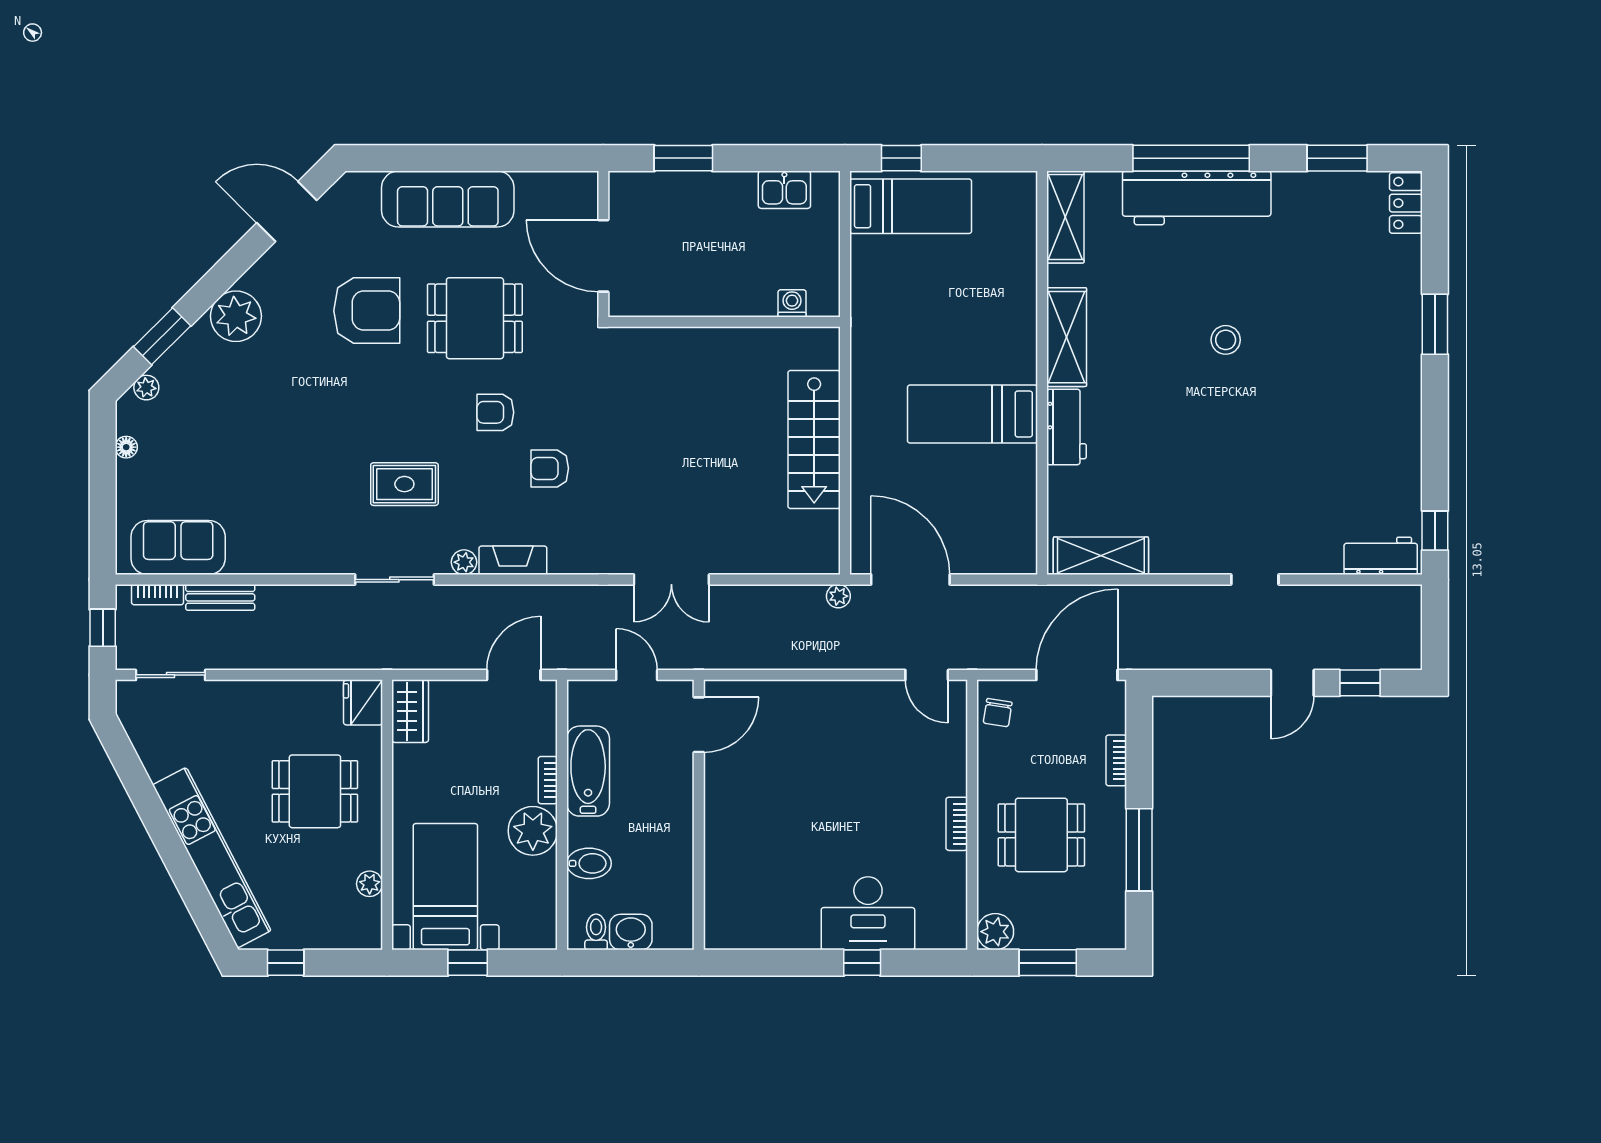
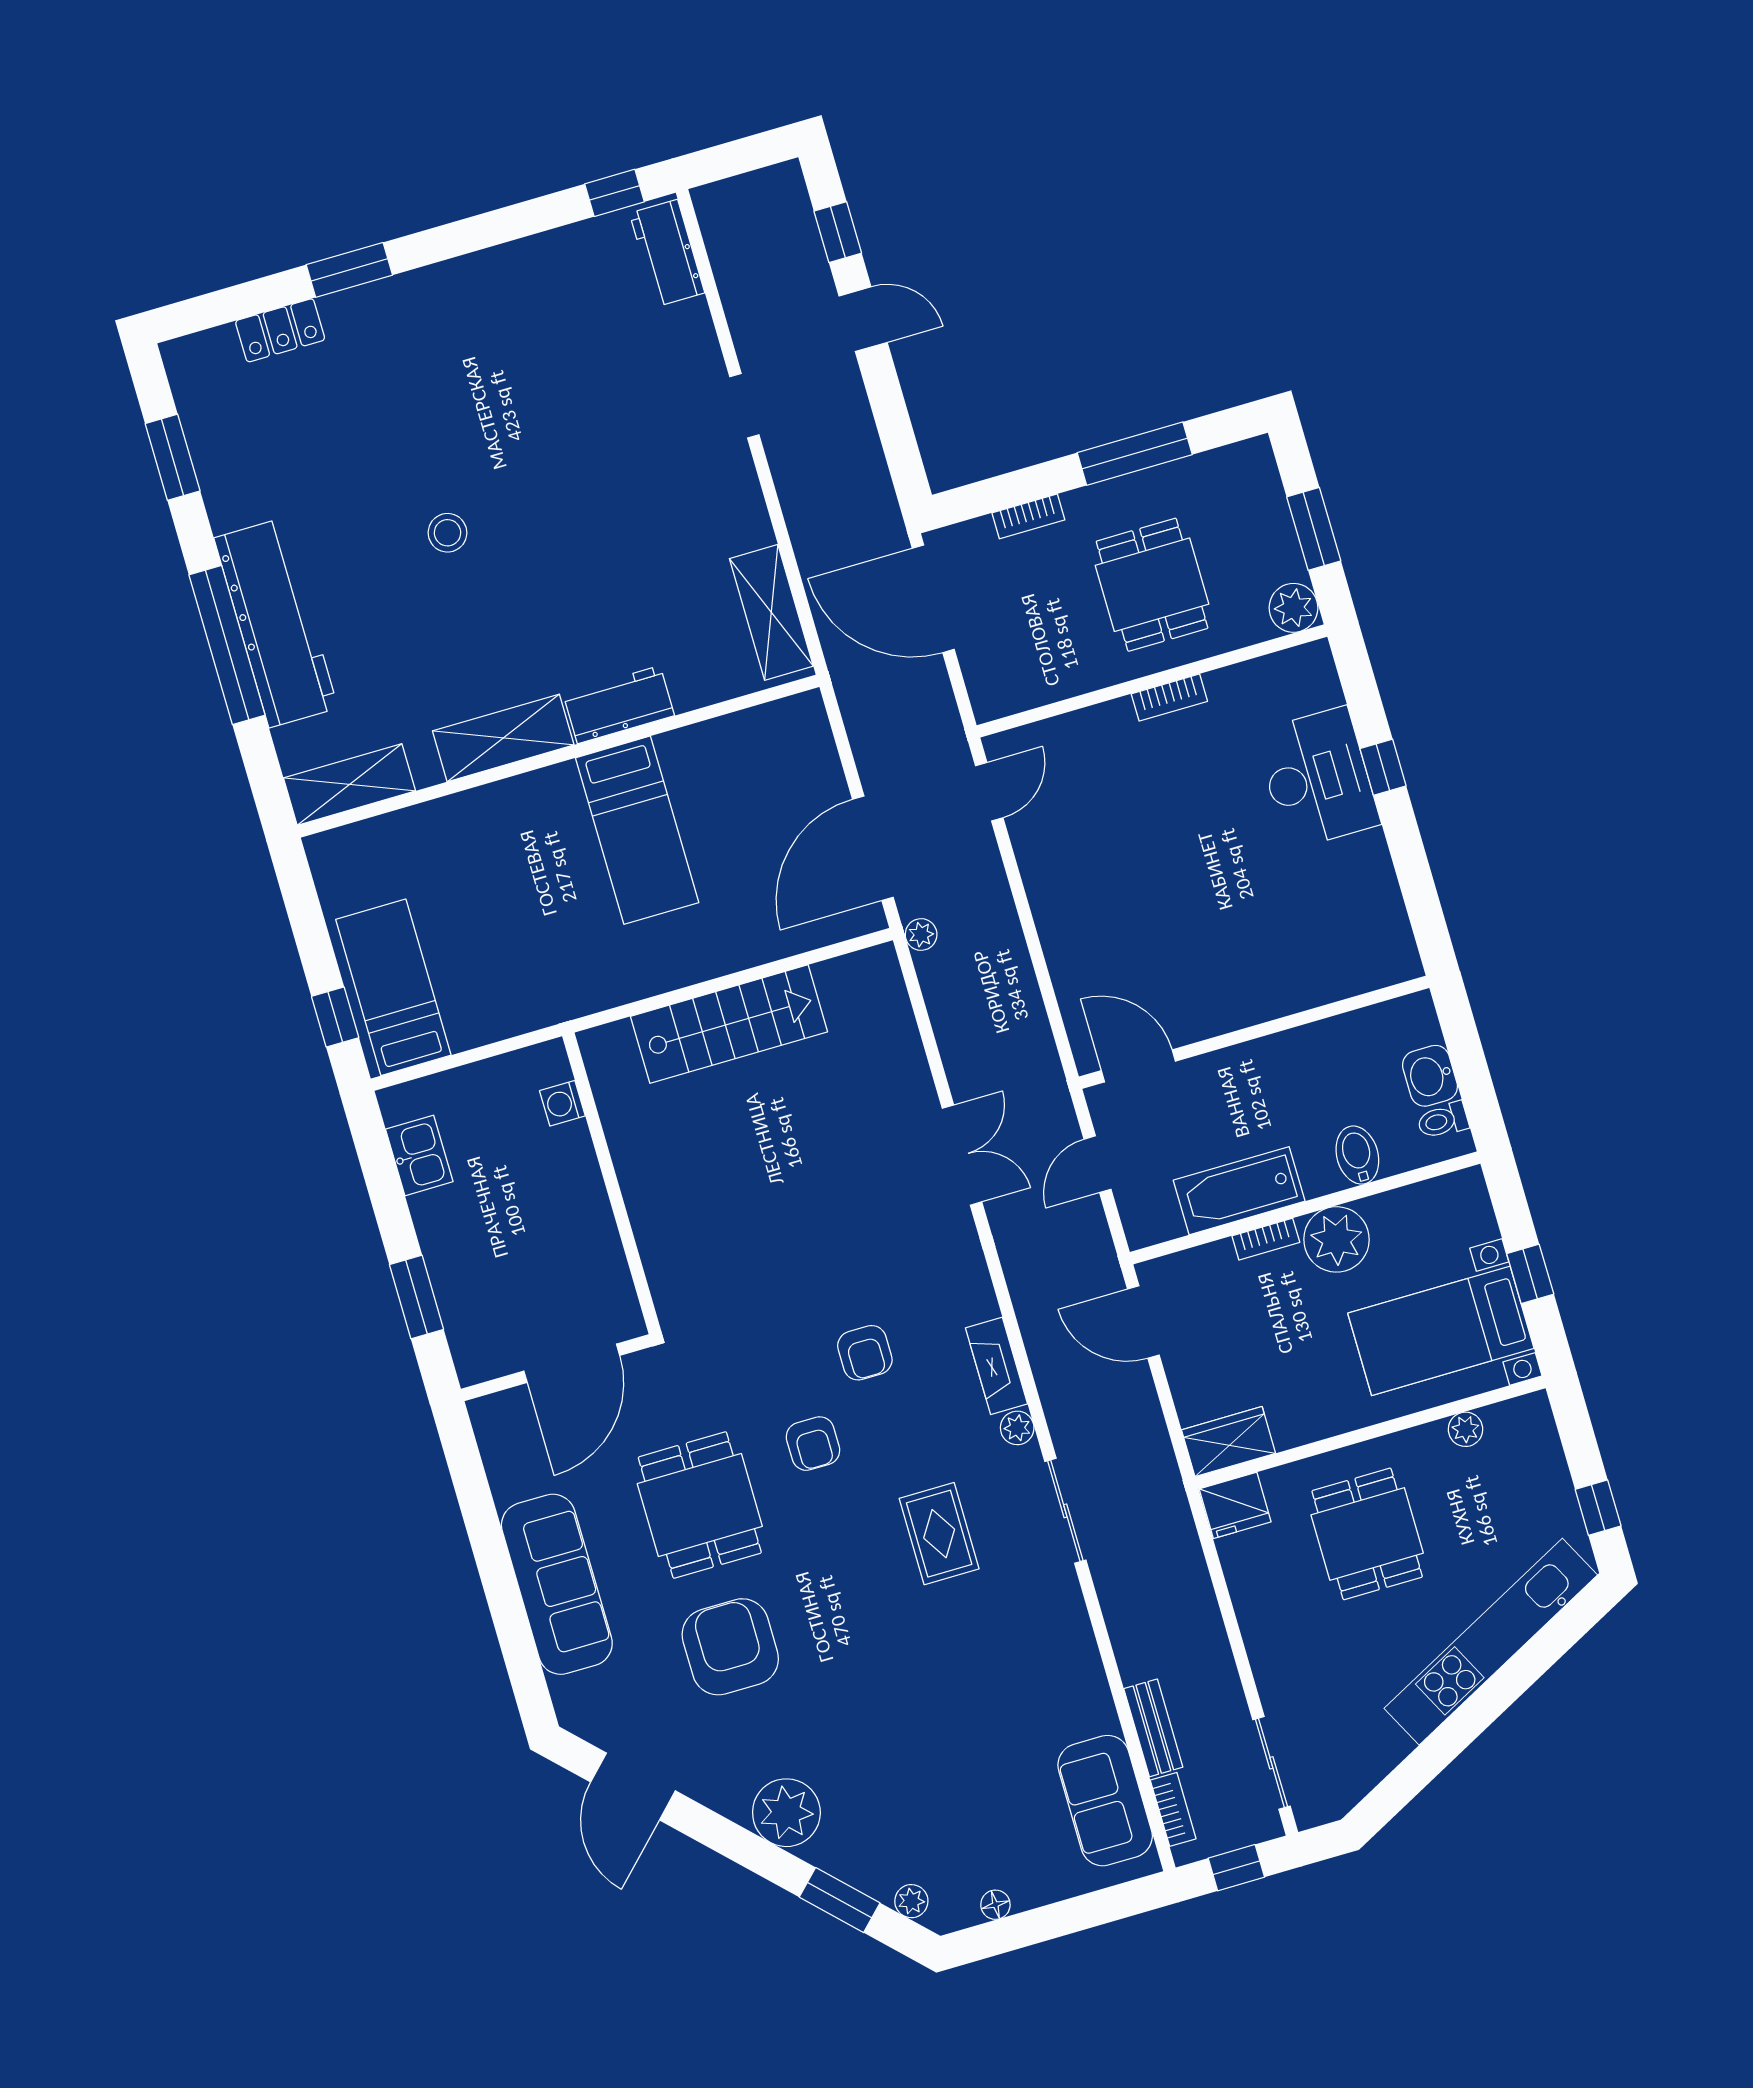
locker: (1406, 203) -> (280, 330), moved
chair: (998, 713) -> (1011, 687), removed

